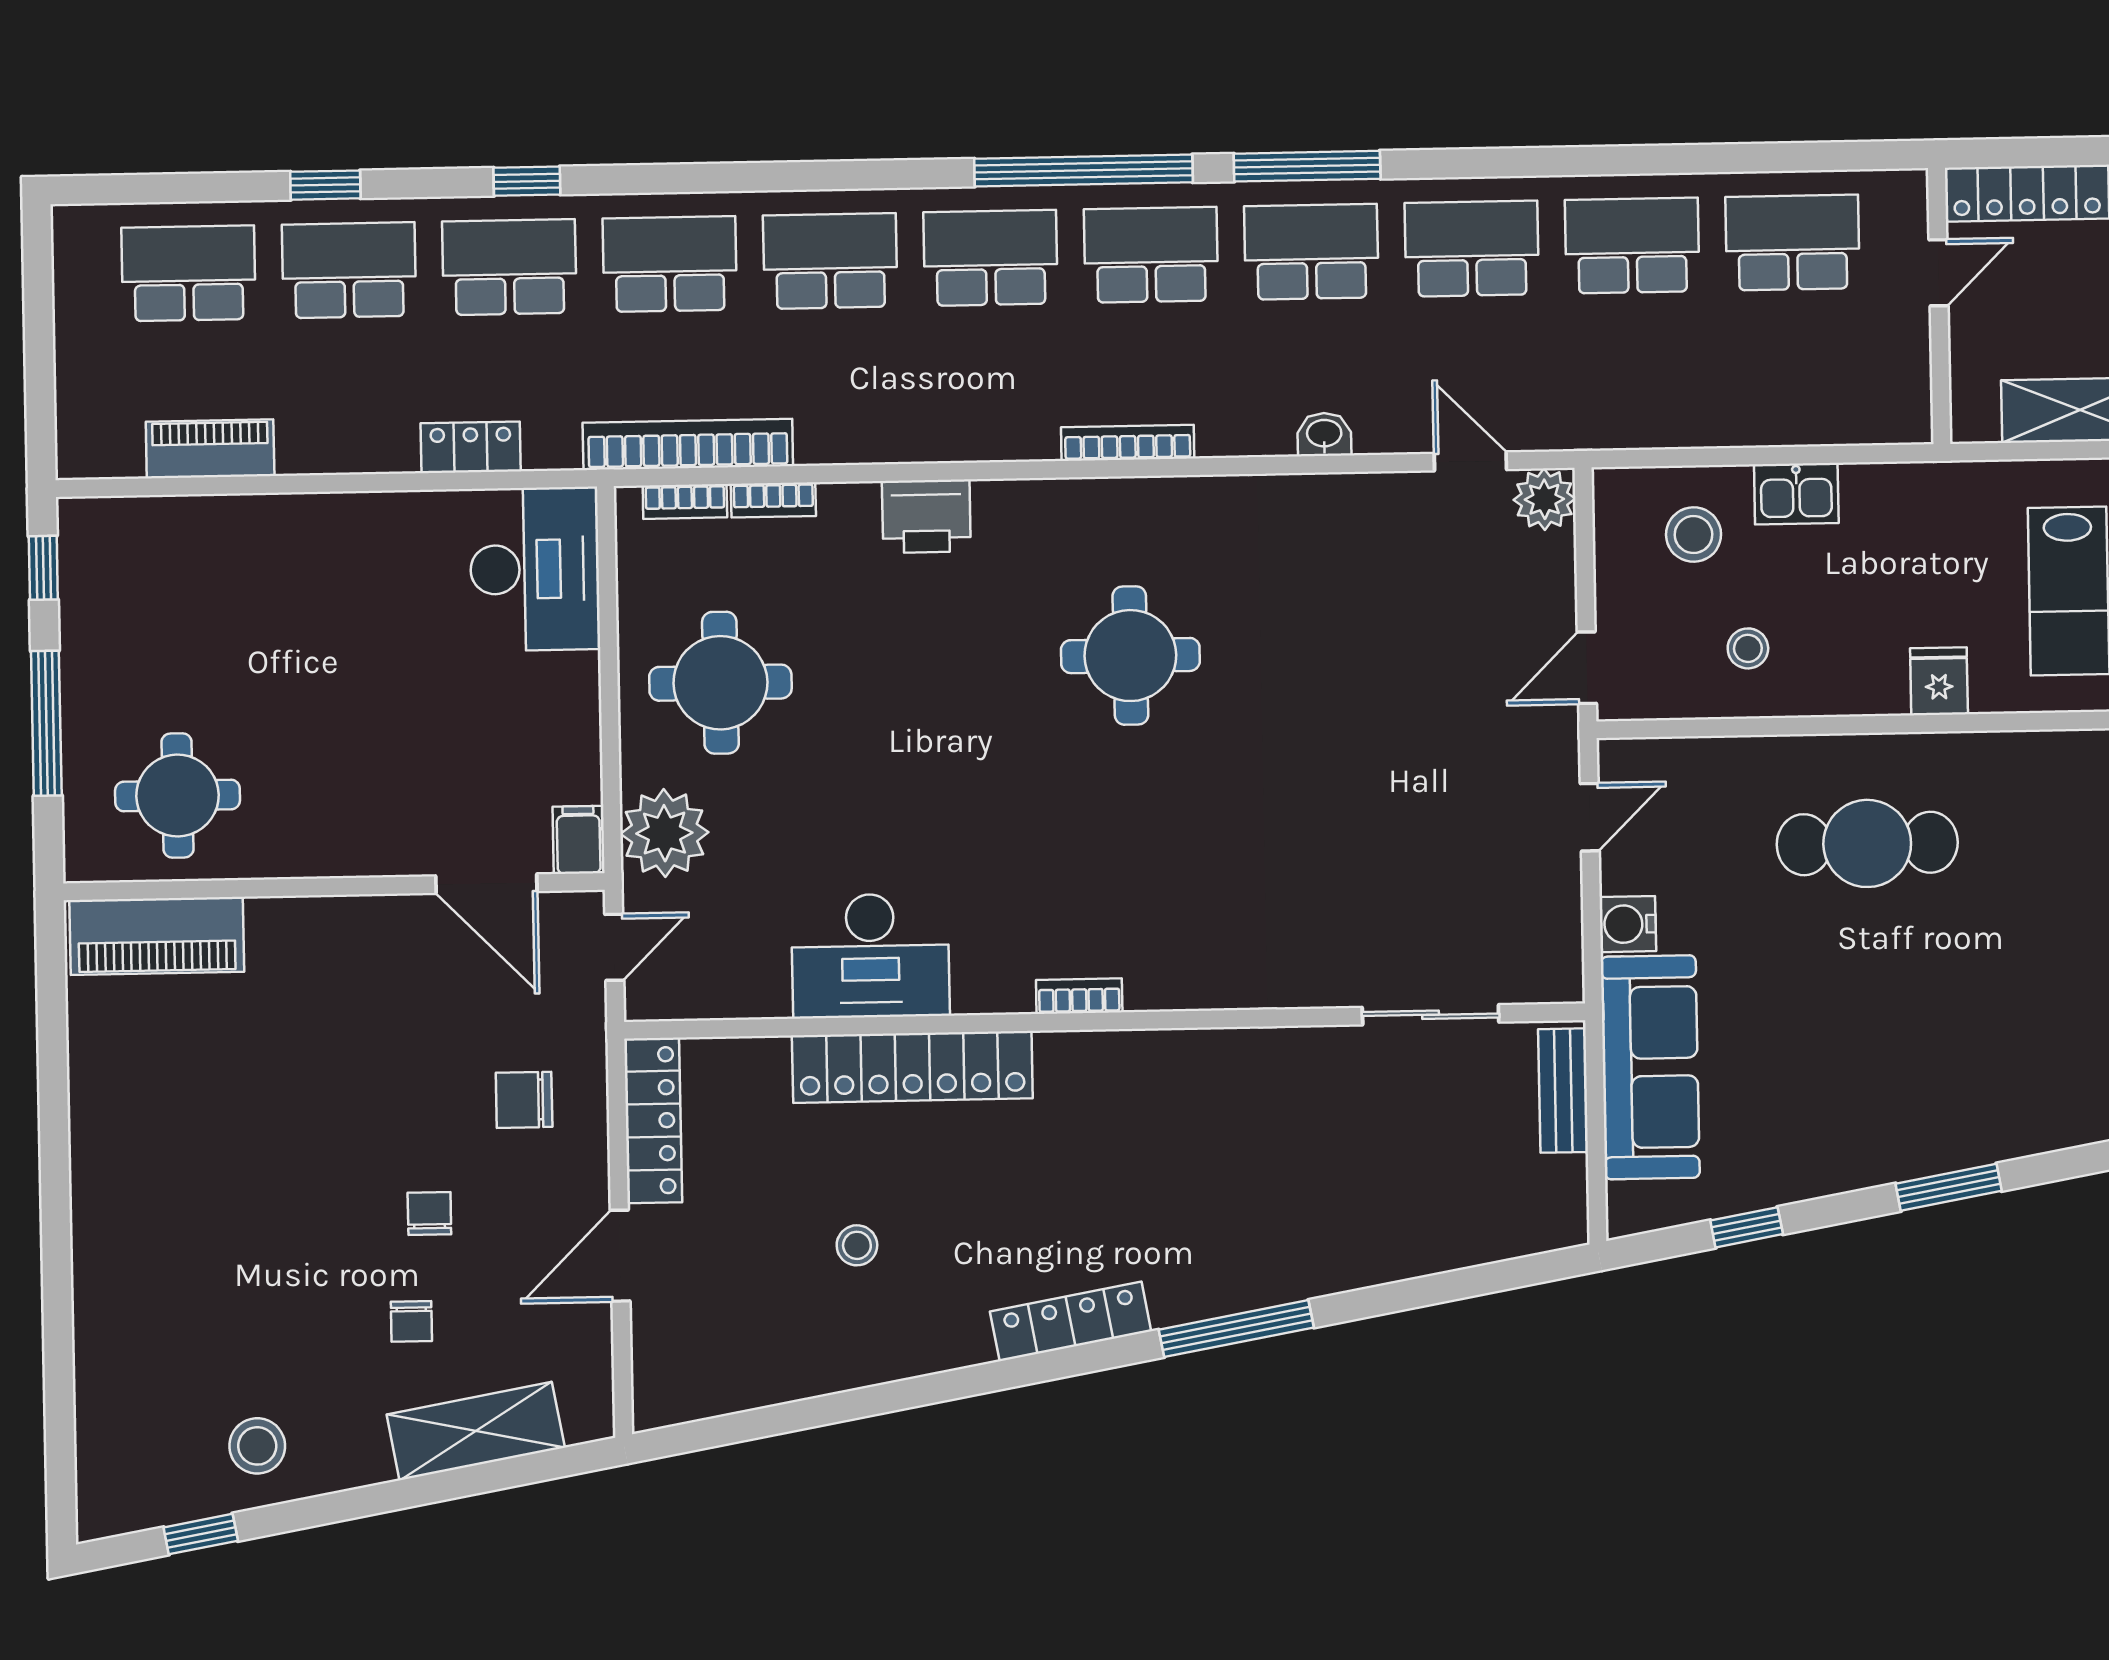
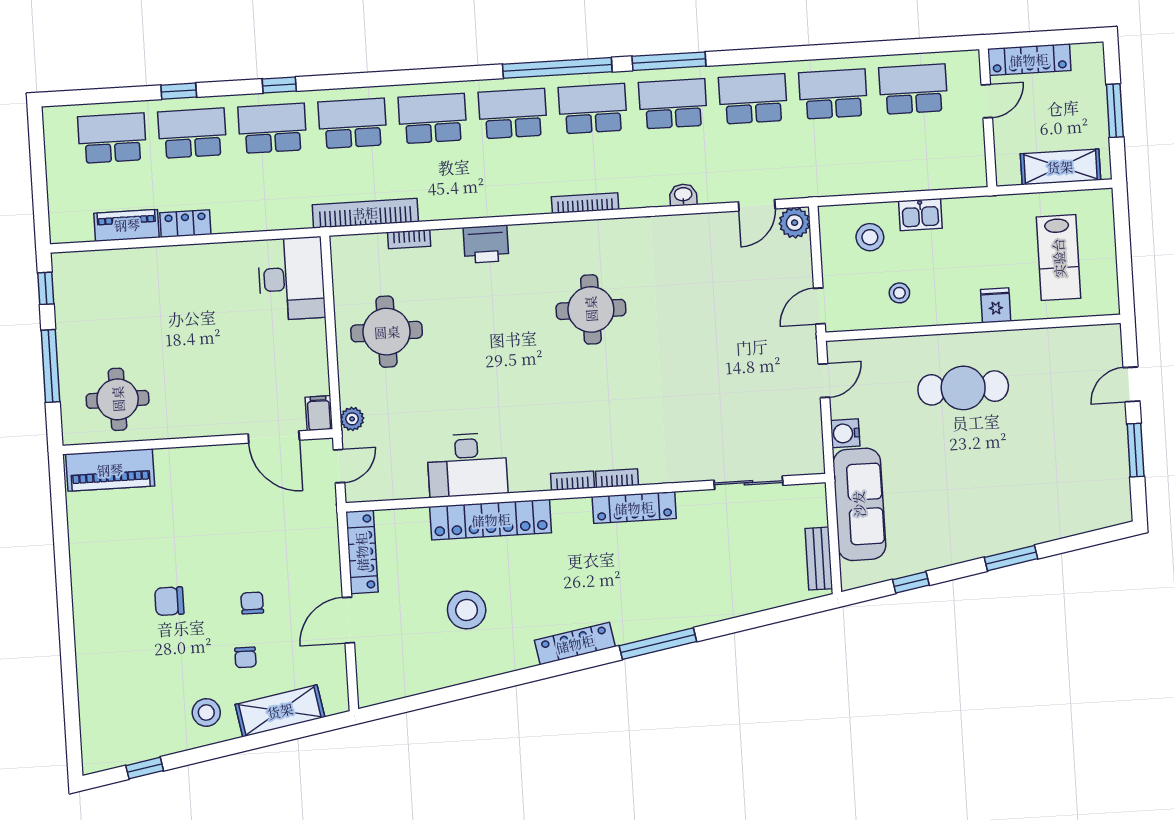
locker: (471, 447) -> (185, 224), moved
door: (1470, 461) -> (757, 205), swing flipped
bookcase: (685, 502) -> (617, 478), moved, turned 180
plant: (664, 833) -> (352, 419), width x0.53, depth x0.53
locker: (1200, 1055) -> (634, 508), added
bench: (1563, 1091) -> (819, 559), moved
chair: (524, 1100) -> (169, 601), moved
stool: (857, 1245) -> (467, 610), width x1.89, depth x1.89
stool: (257, 1446) -> (206, 712), moved

